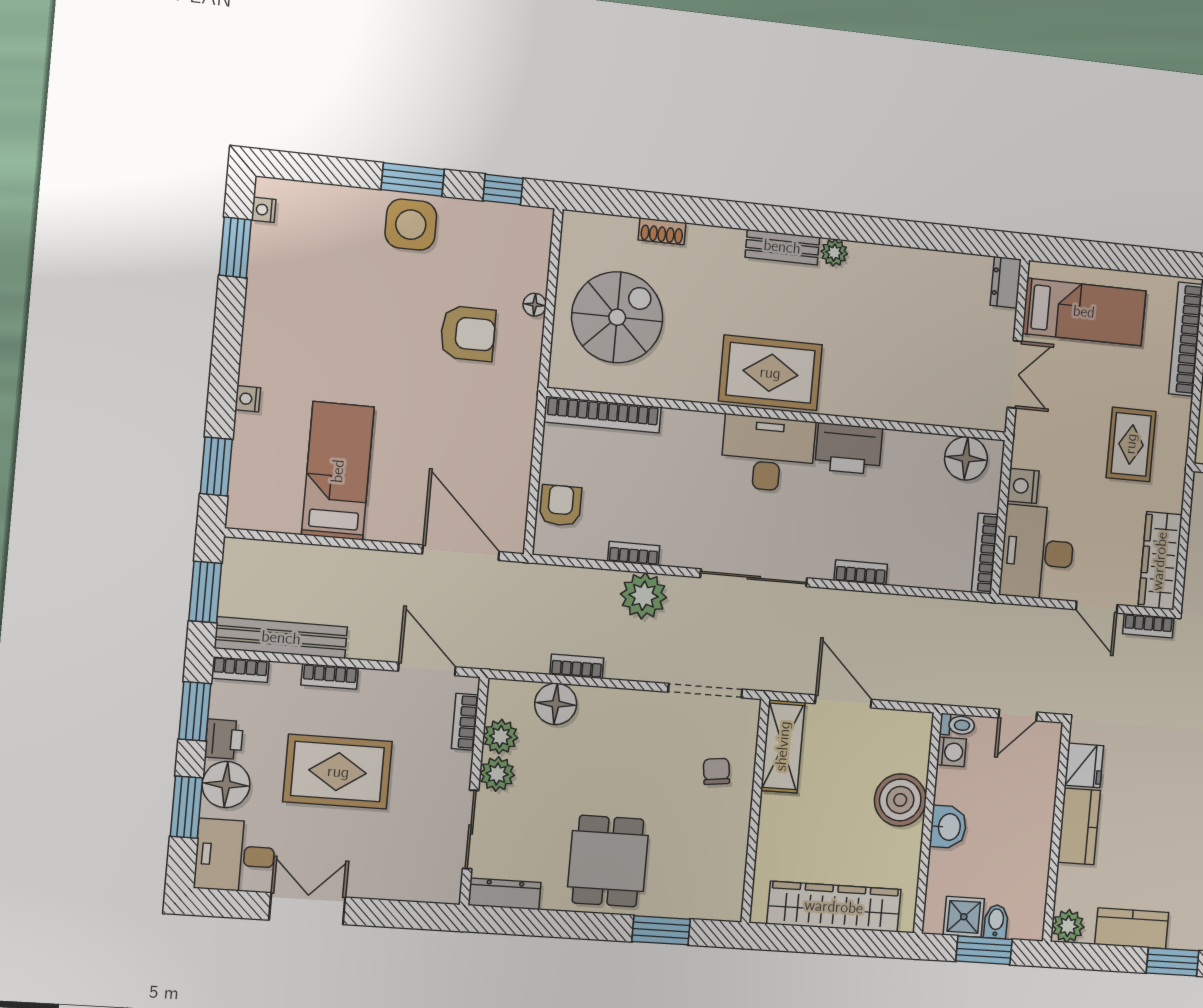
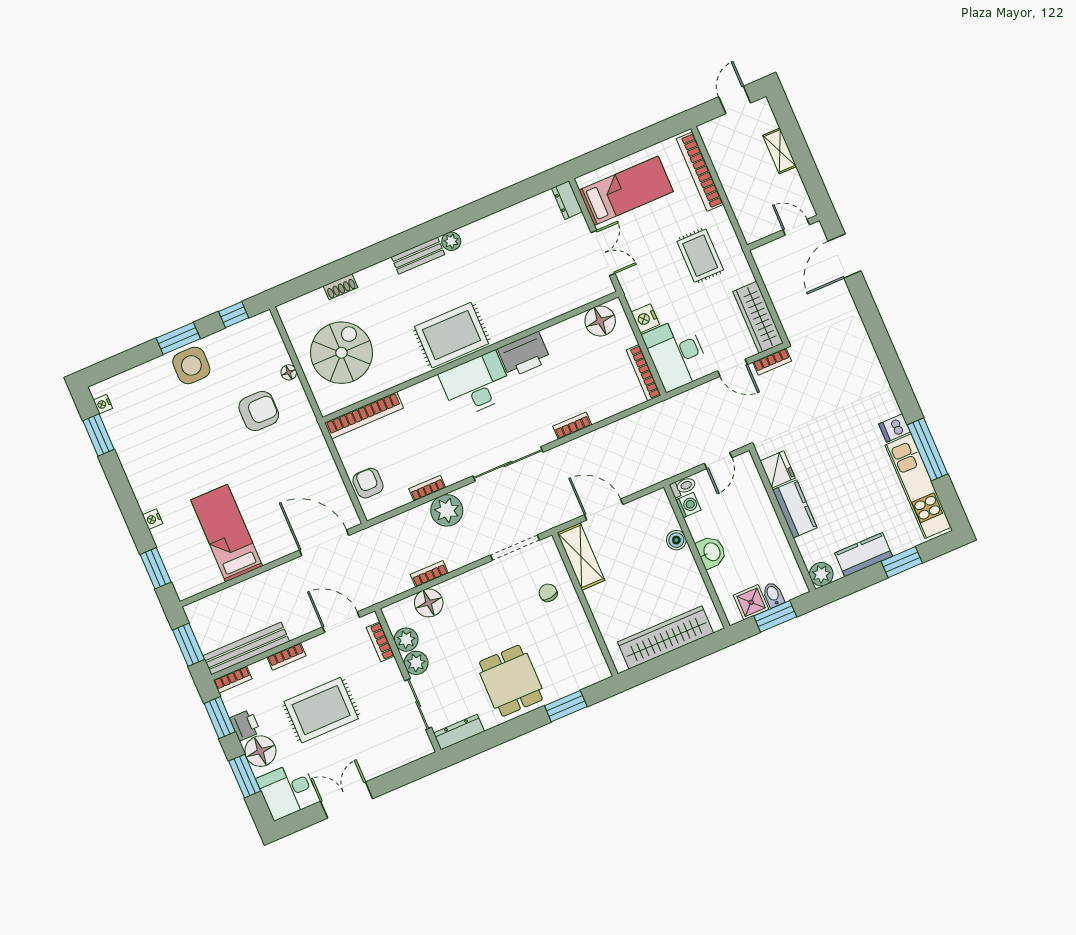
boiler: (900, 800) -> (676, 540), width x0.54, depth x0.54

